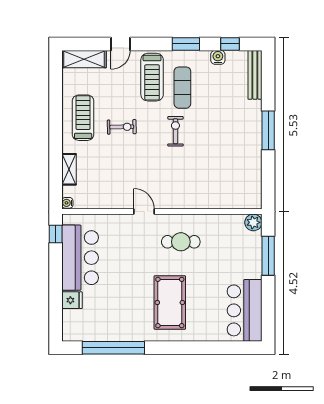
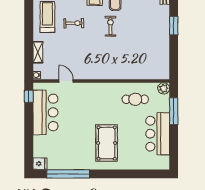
window: (268, 130) -> (174, 26), width x0.69
door: (144, 212) -> (66, 81), moved
cafe table: (181, 242) -> (135, 99), moved
fridge: (72, 300) -> (40, 164), moved
bar counter: (245, 310) -> (158, 134), moved

